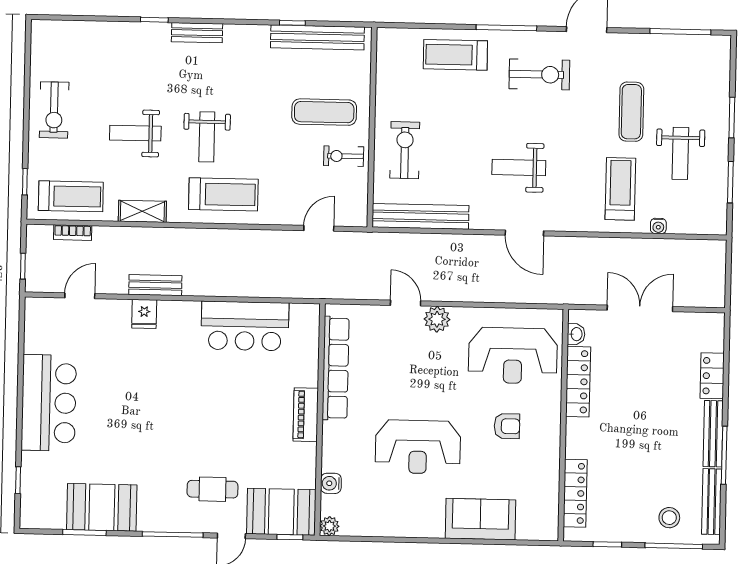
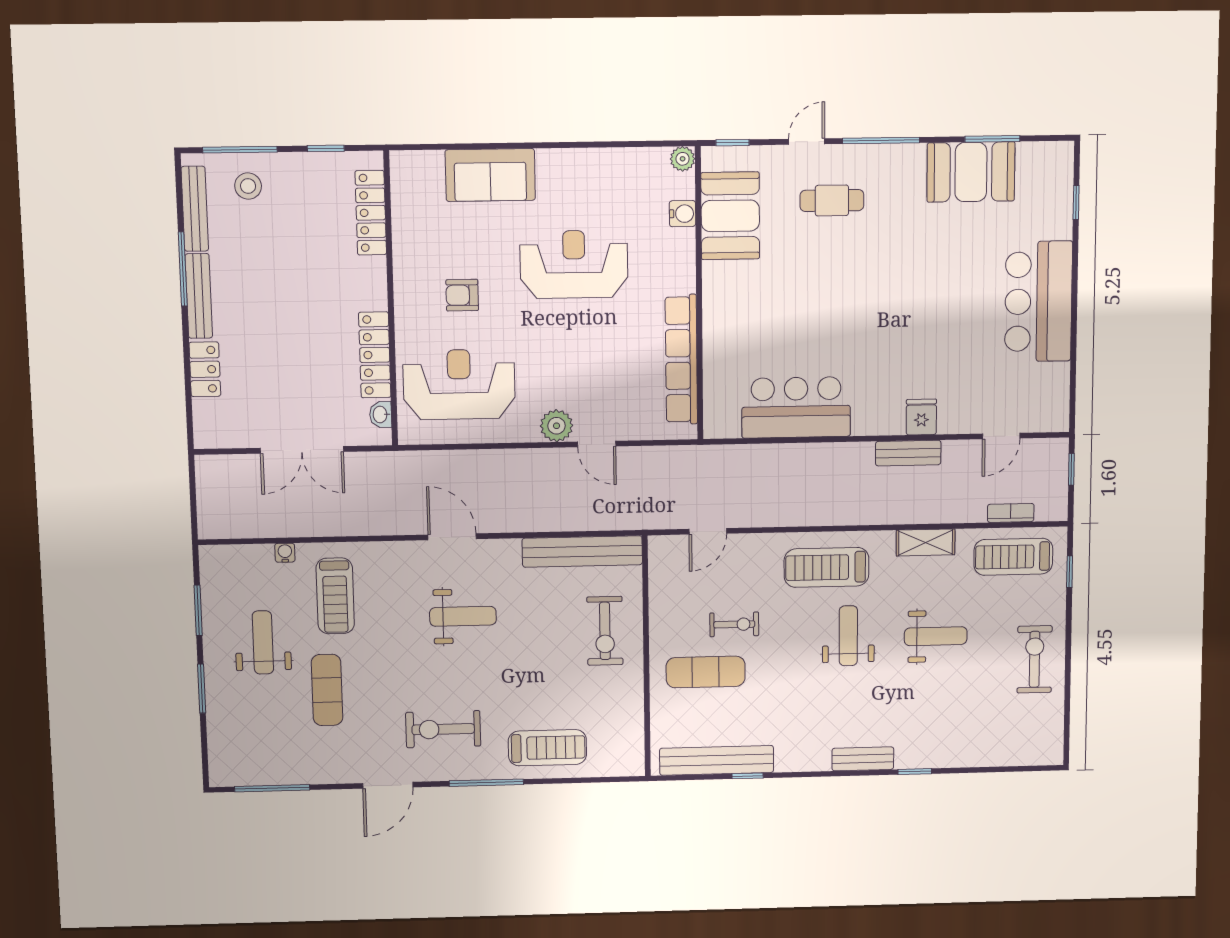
exercise bike: (344, 156) -> (734, 624), moved
piano: (306, 415) -> (717, 300), removed
booth: (281, 512) -> (730, 216), moved, turned 90

